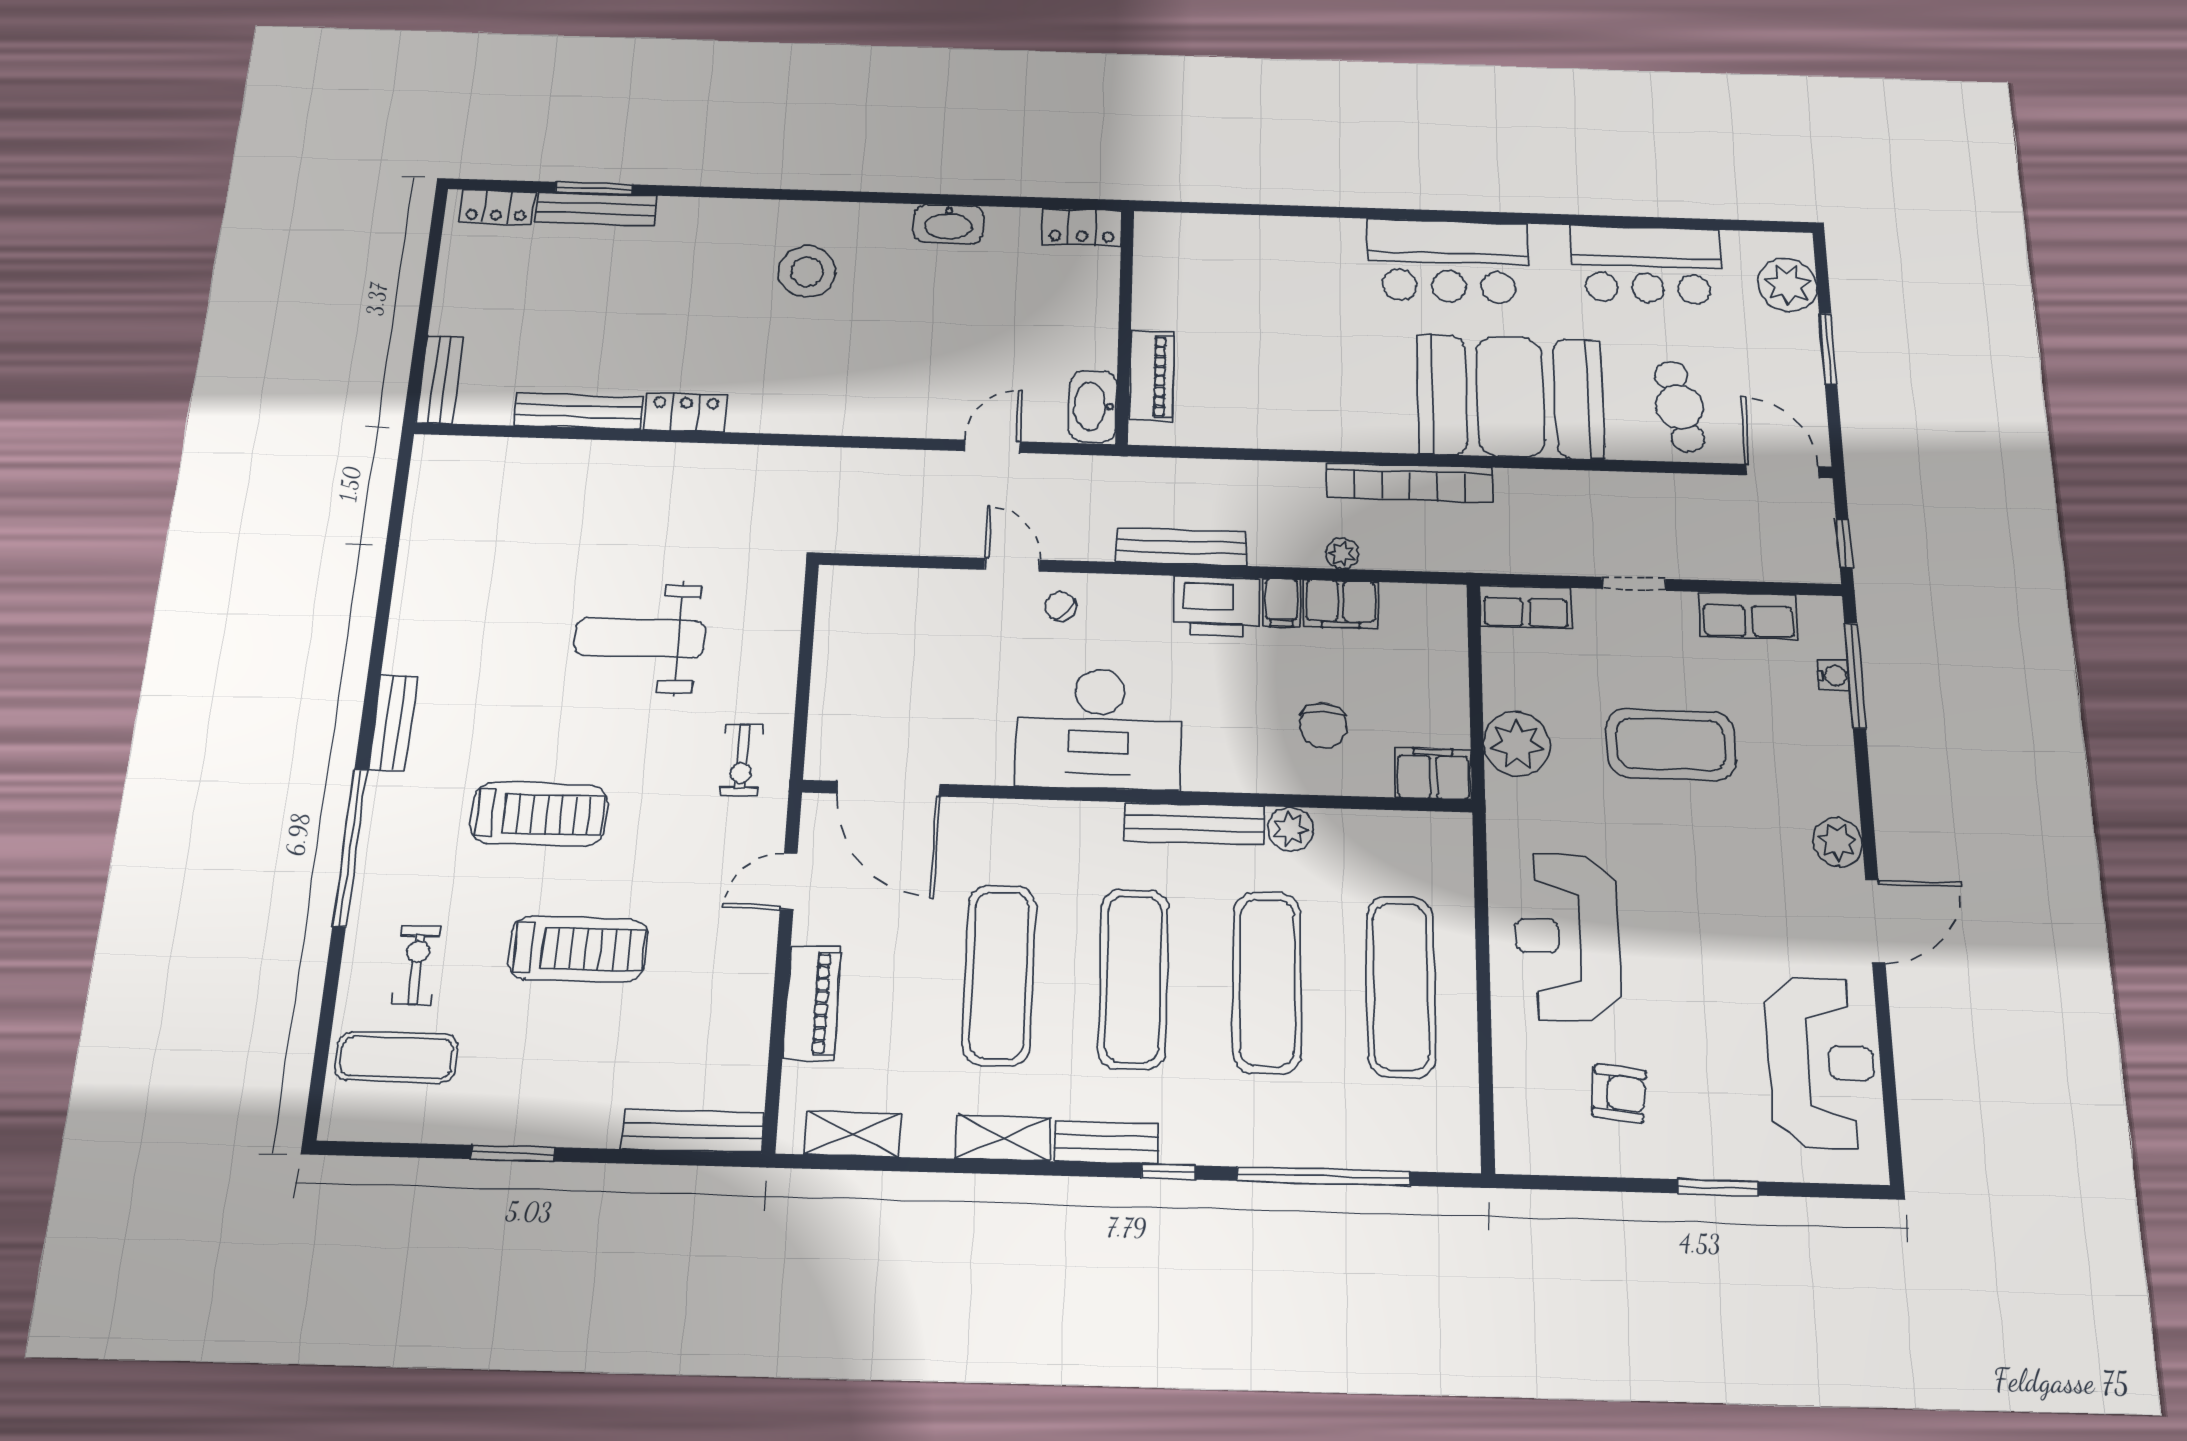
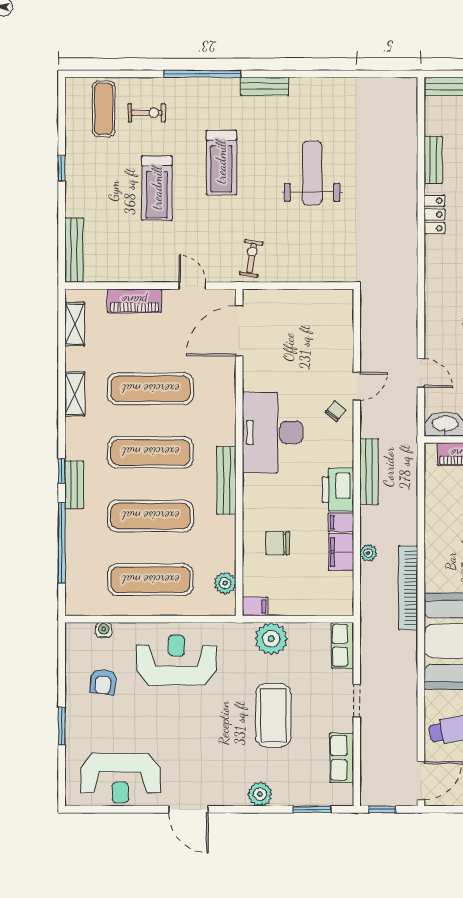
bench: (579, 411) -> (433, 160), width x0.73
weight bench: (640, 638) -> (312, 173), moved
window: (1855, 675) -> (312, 809), width x0.69
water cooler: (1833, 676) -> (104, 630), moved, turned 180
exercise bike: (742, 760) -> (251, 258), turned 99
filing cabinet: (1433, 774) -> (255, 607), width x0.50
plant: (1291, 829) -> (225, 583), moved
plant: (1838, 842) -> (260, 794), moved
bench: (1106, 1142) -> (74, 485), moved
window: (513, 1153) -> (62, 168), width x0.67

